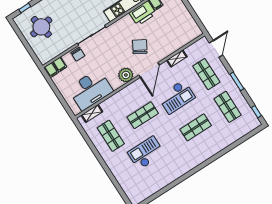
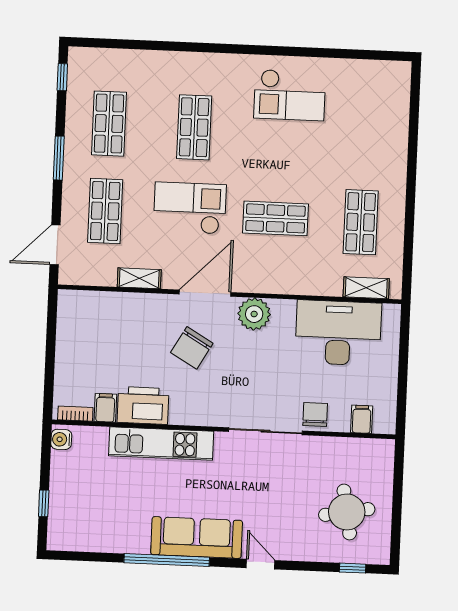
filing cabinet: (51, 70) -> (384, 420), removed
shop shelf: (196, 127) -> (194, 127), turned 90
checkout: (146, 153) -> (290, 95), moved

